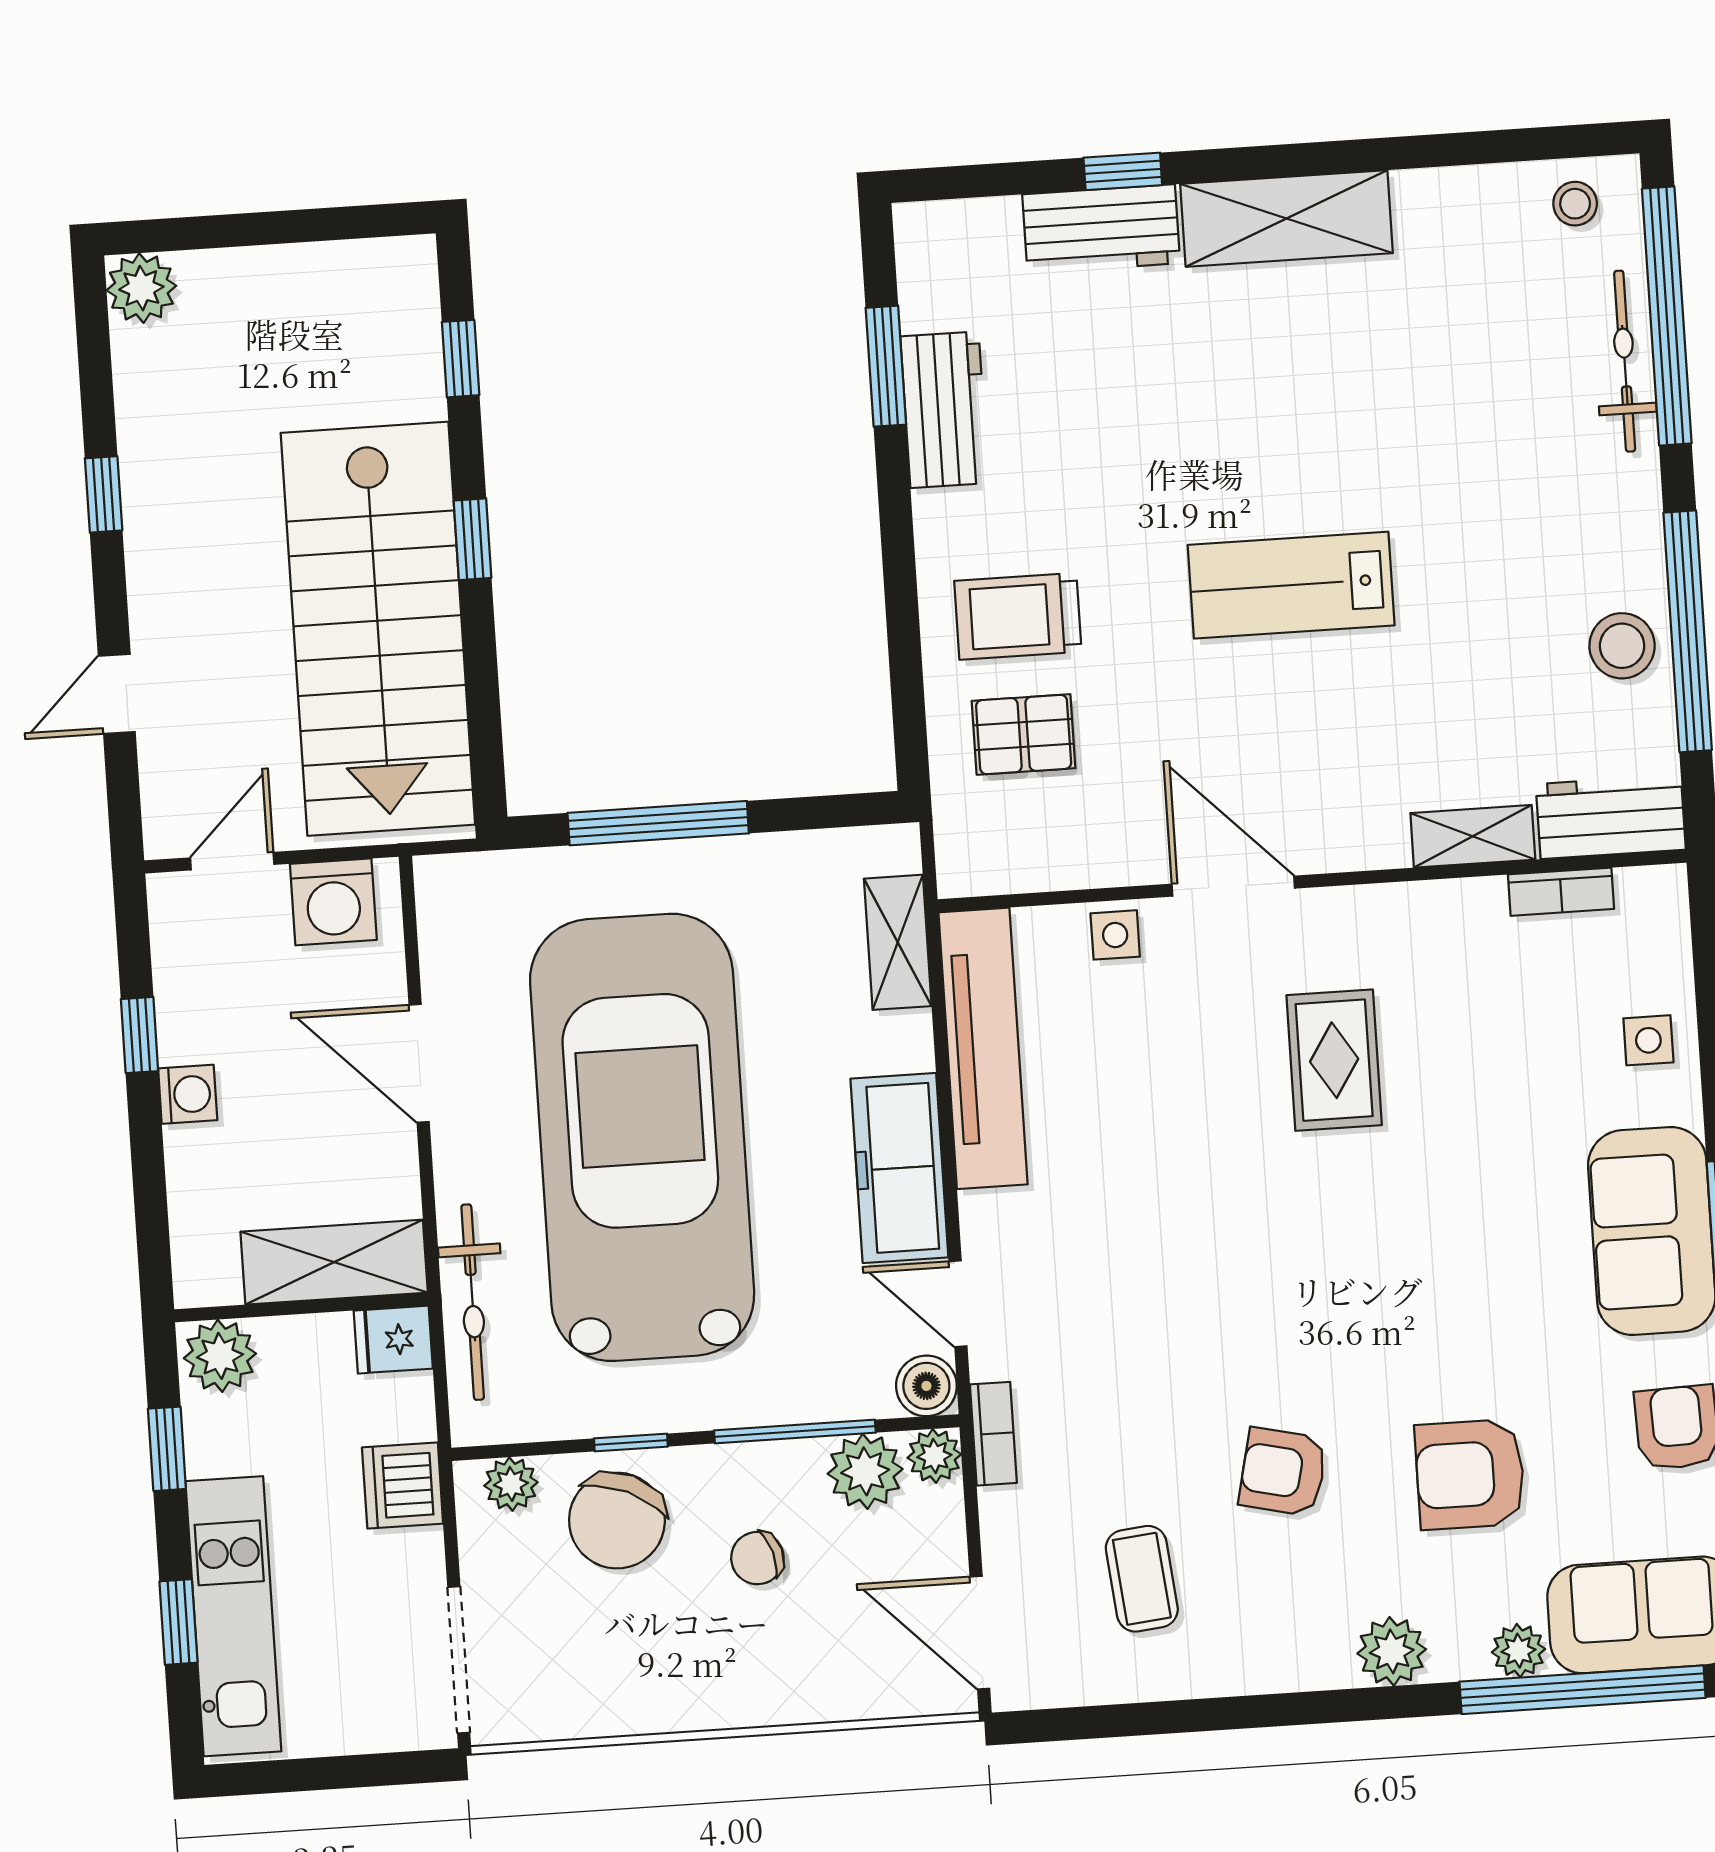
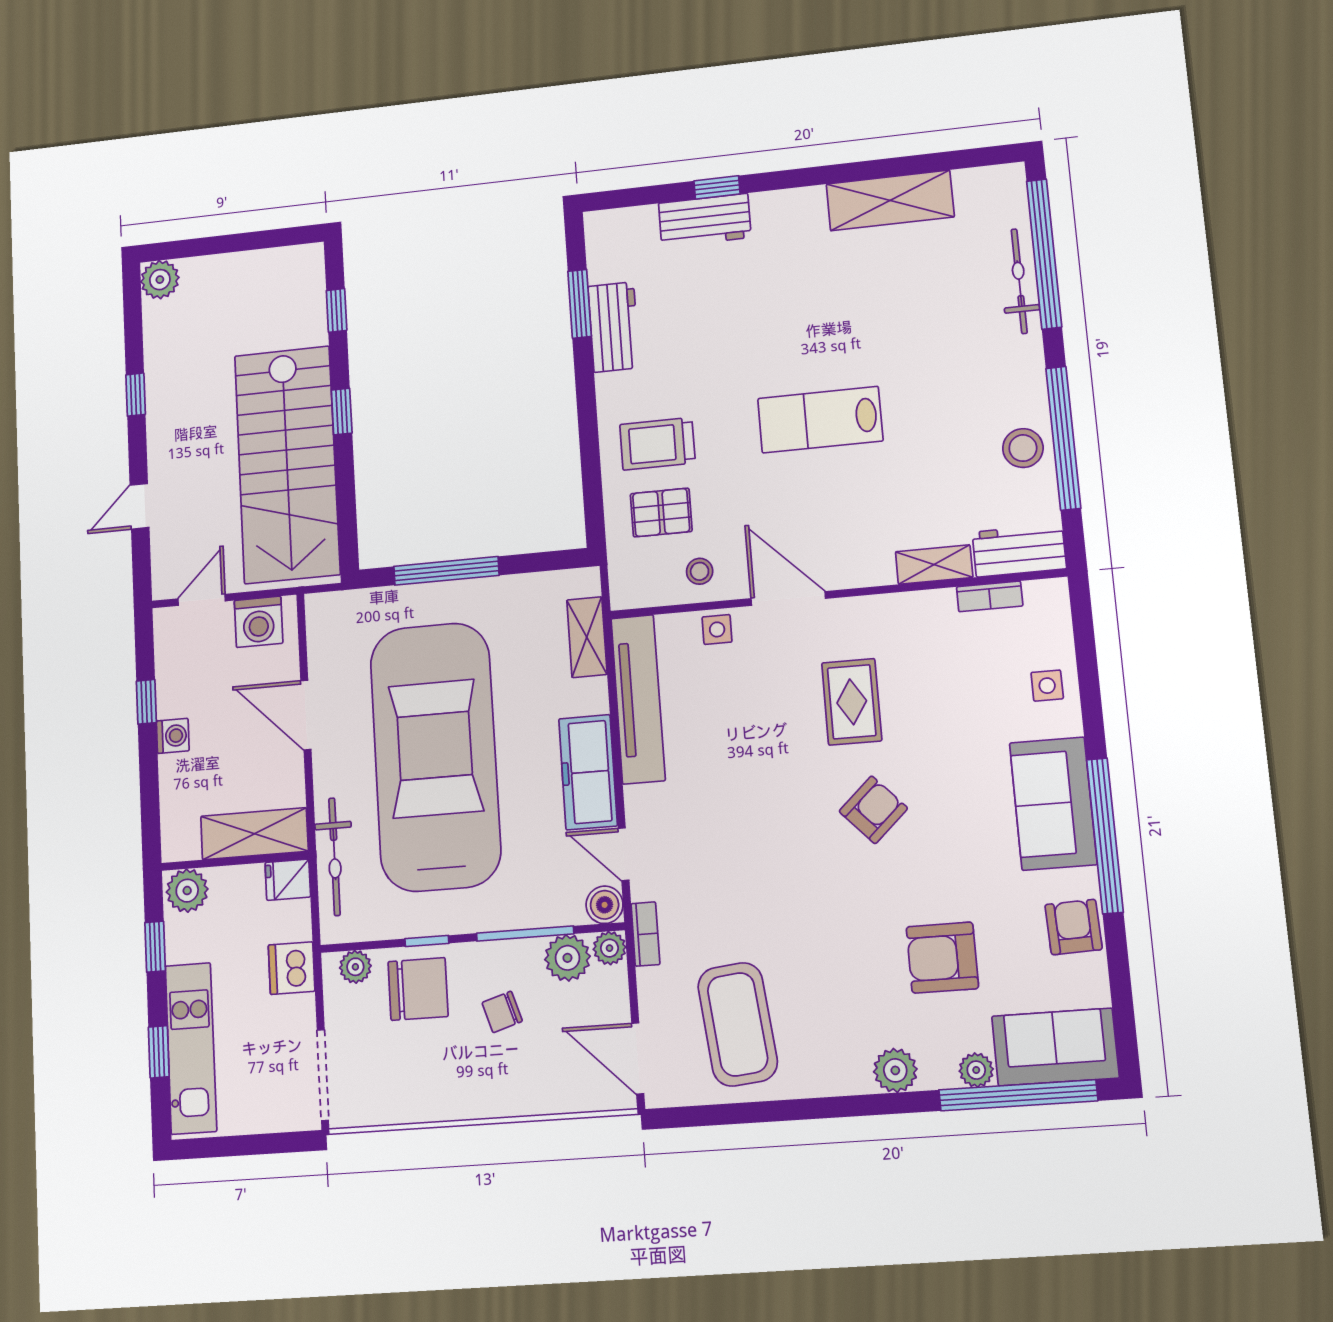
stool: (1575, 204) -> (700, 571), moved
shelving: (1287, 218) -> (890, 200), moved
armchair: (1283, 1472) -> (873, 810), moved, turned 124
chair: (617, 1521) -> (418, 989), turned -114
coffee table: (1142, 1579) -> (738, 1024), width x1.86, depth x1.72

